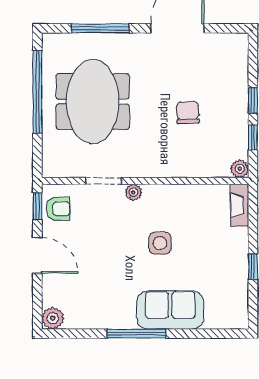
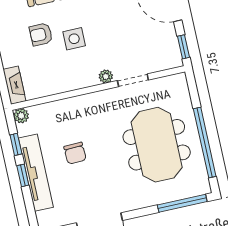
window: (100, 28) -> (182, 203), moved
tv unit: (237, 100) -> (36, 173), added
armchair: (58, 209) -> (41, 34), moved

